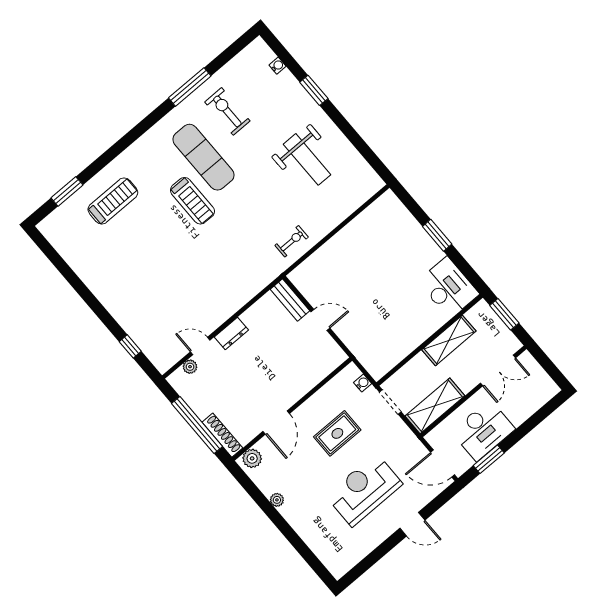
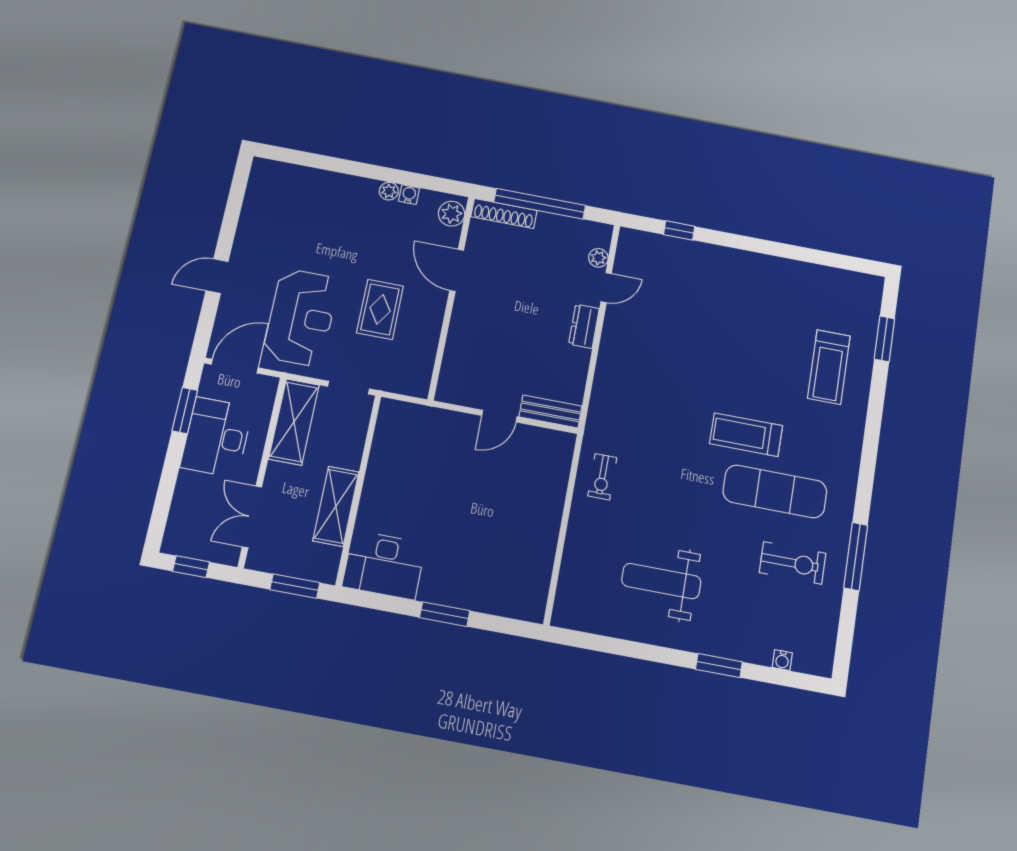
window: (551, 369) -> (191, 567), added
water cooler: (363, 383) -> (409, 195), moved, turned 180
reception desk: (364, 490) -> (301, 317), moved

